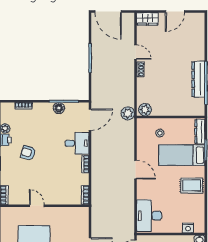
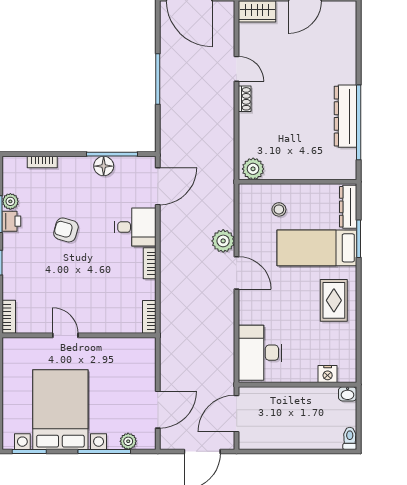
plant: (128, 113) -> (223, 241), moved
armchair: (28, 153) -> (66, 230), moved
rug: (192, 186) -> (334, 300), turned 90

